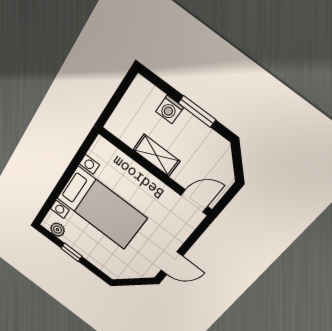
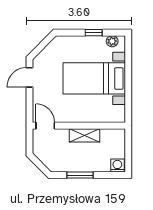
washing machine: (170, 109) -> (117, 166), moved
door: (194, 201) -> (45, 126), swing flipped

